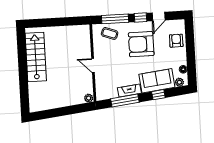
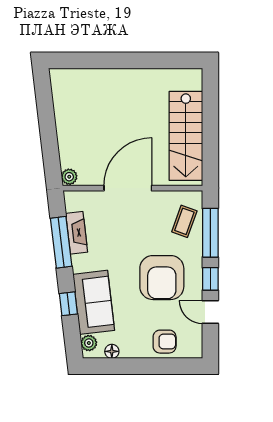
armchair: (141, 44) -> (162, 278), turned 180
stairs: (36, 57) -> (186, 136), moved, turned 90
door: (93, 66) -> (128, 188), width x1.88
fireplace: (129, 91) -> (77, 233), moved

